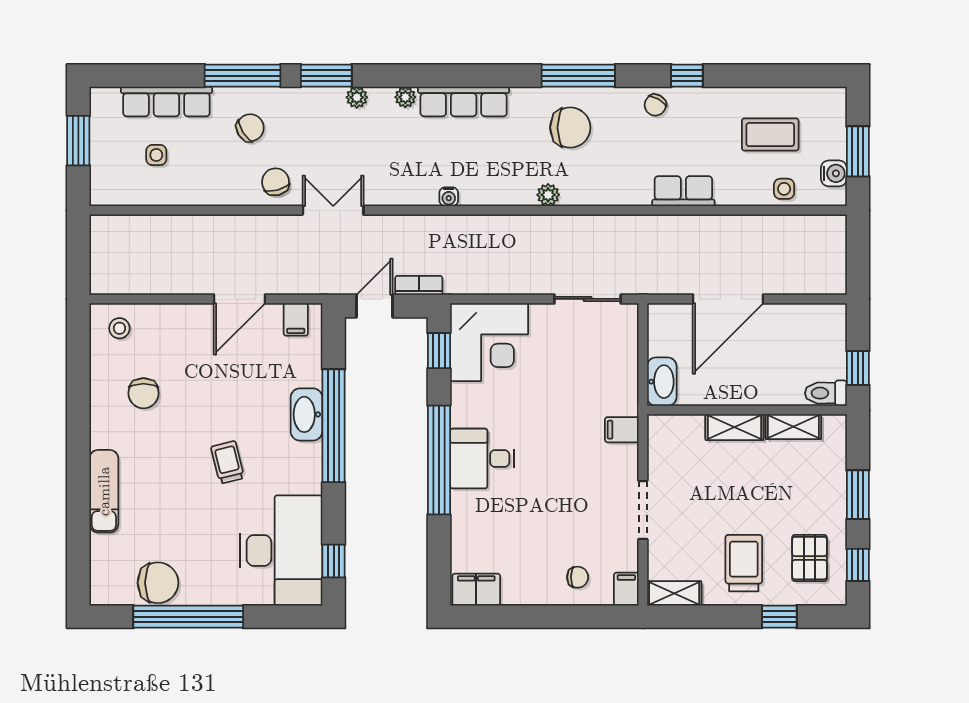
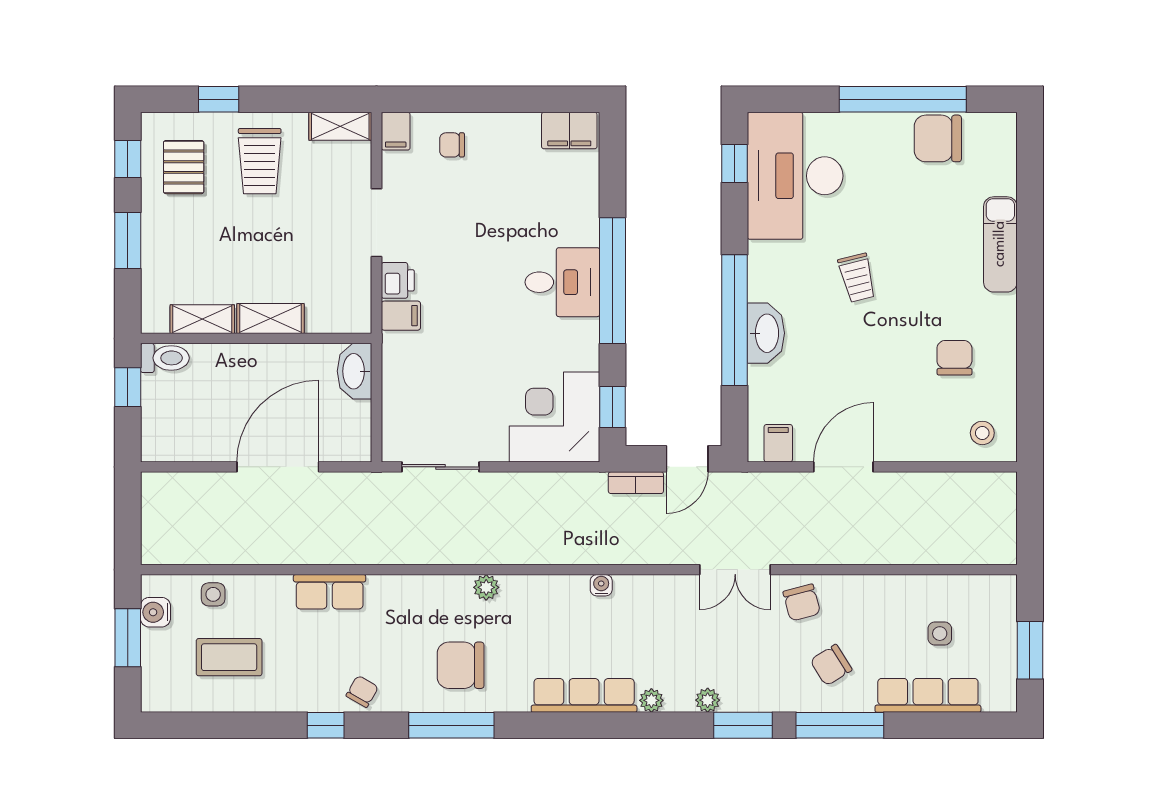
printer: (625, 460) -> (398, 280), added

